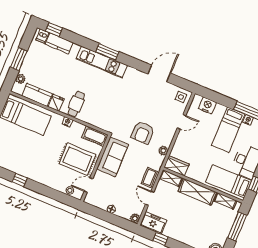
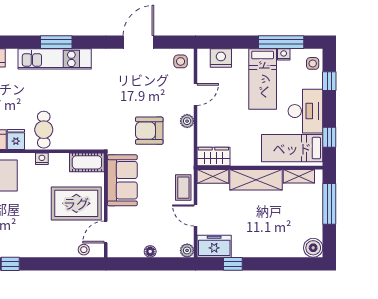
armchair: (143, 132) -> (149, 131), turned 90
plant: (163, 151) -> (187, 121), moved

